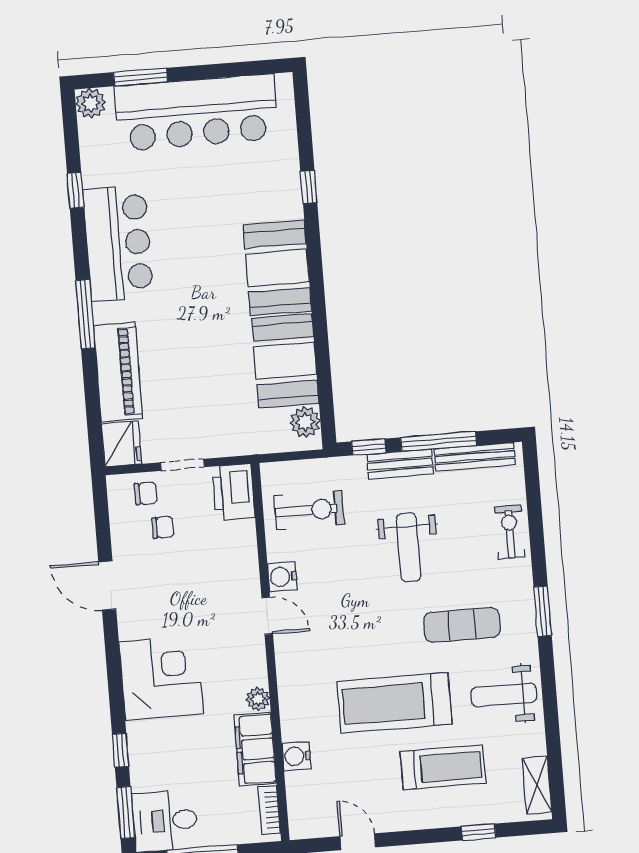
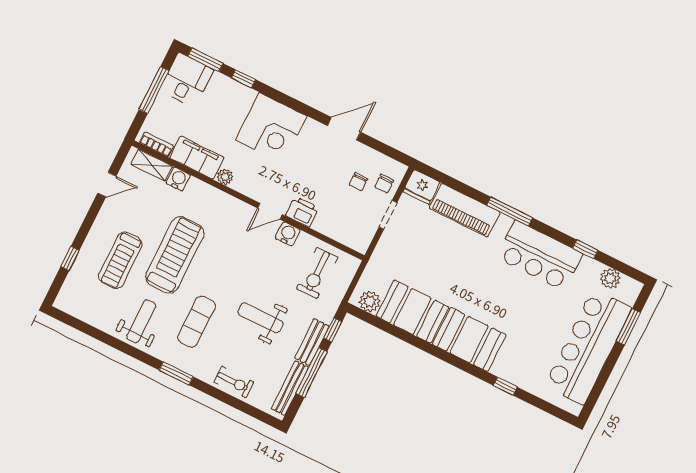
plant: (91, 103) -> (610, 278), moved
printer: (233, 492) -> (302, 212), moved, width x0.73, depth x0.84
shelving: (537, 785) -> (152, 165), moved

